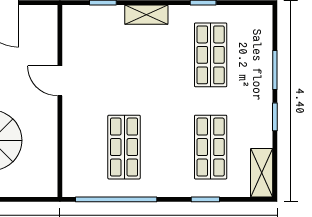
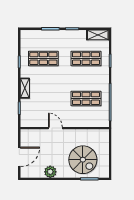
door: (60, 81) -> (55, 128), swing flipped

